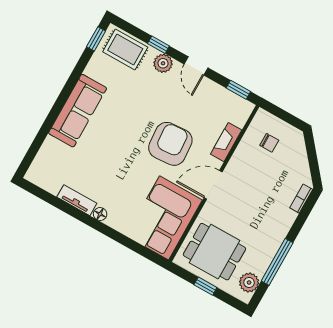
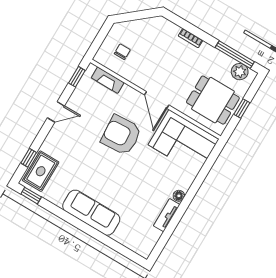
window: (158, 45) -> (29, 158), moved
plant: (163, 63) -> (53, 140), removed
fireplace: (226, 142) -> (108, 80), moved
bookcase: (301, 199) -> (191, 38), moved
dining table: (214, 252) -> (213, 100), turned 90
window: (277, 262) -> (235, 55), moved

